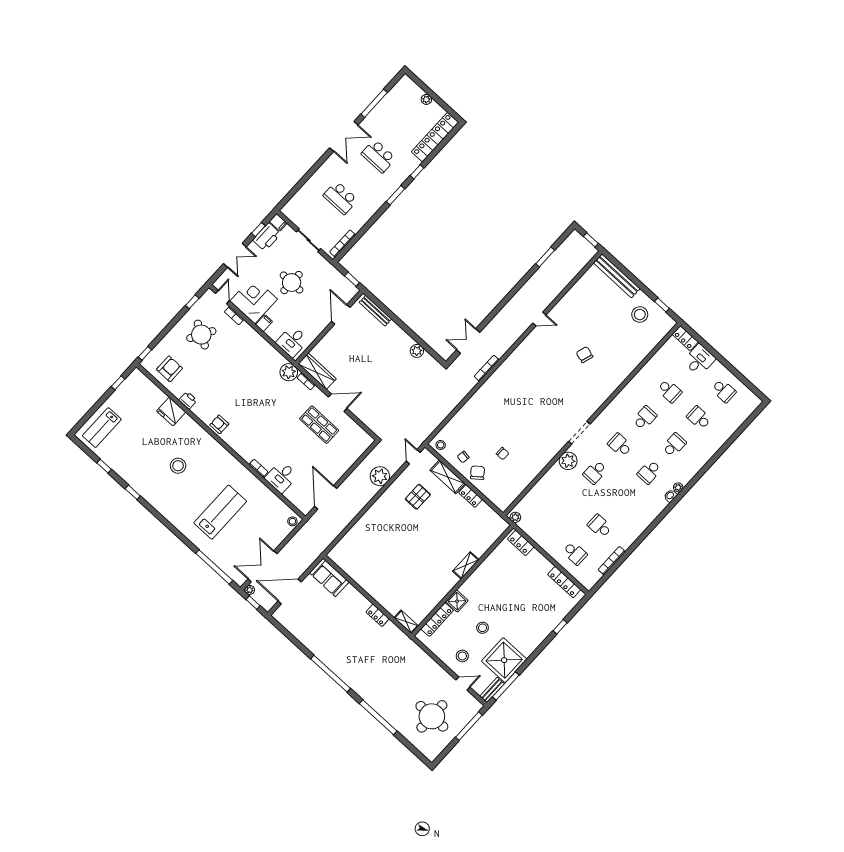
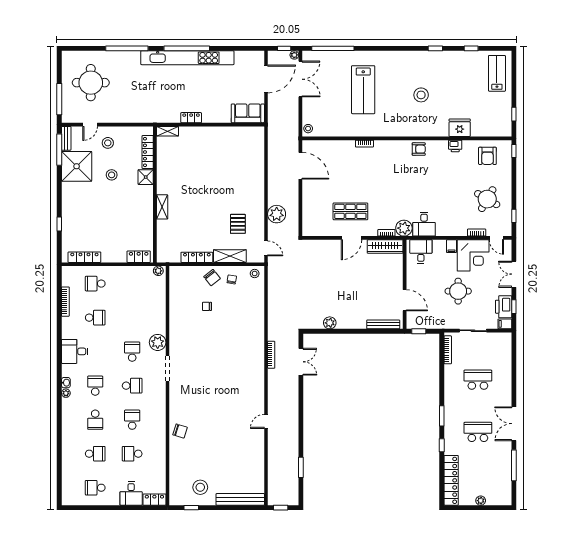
chair: (585, 355) -> (180, 431), moved
school desk: (645, 418) -> (132, 420), turned 180
desk: (281, 477) -> (424, 224), moved, turned 180
locker: (470, 496) -> (197, 257), width x1.53
desk: (641, 514) -> (75, 351), added
kitchen unit: (337, 666) -> (187, 58), added

